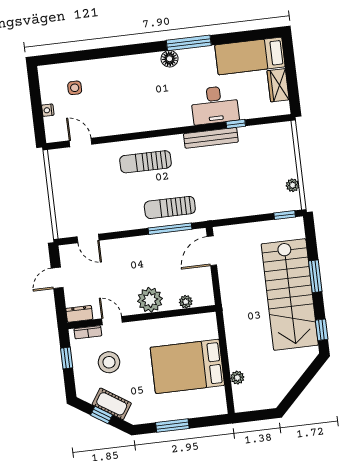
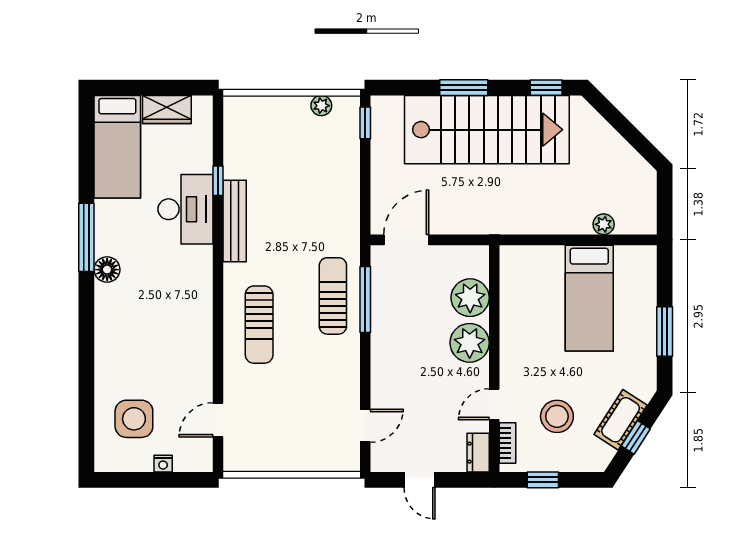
side table: (75, 88) -> (134, 419), width x1.87, depth x1.87
sun lounger: (170, 207) -> (333, 296), turned 180
door: (212, 251) -> (406, 240), swing flipped
plant: (186, 302) -> (470, 298), width x1.87, depth x1.87
bed: (187, 366) -> (589, 298), width x0.67

